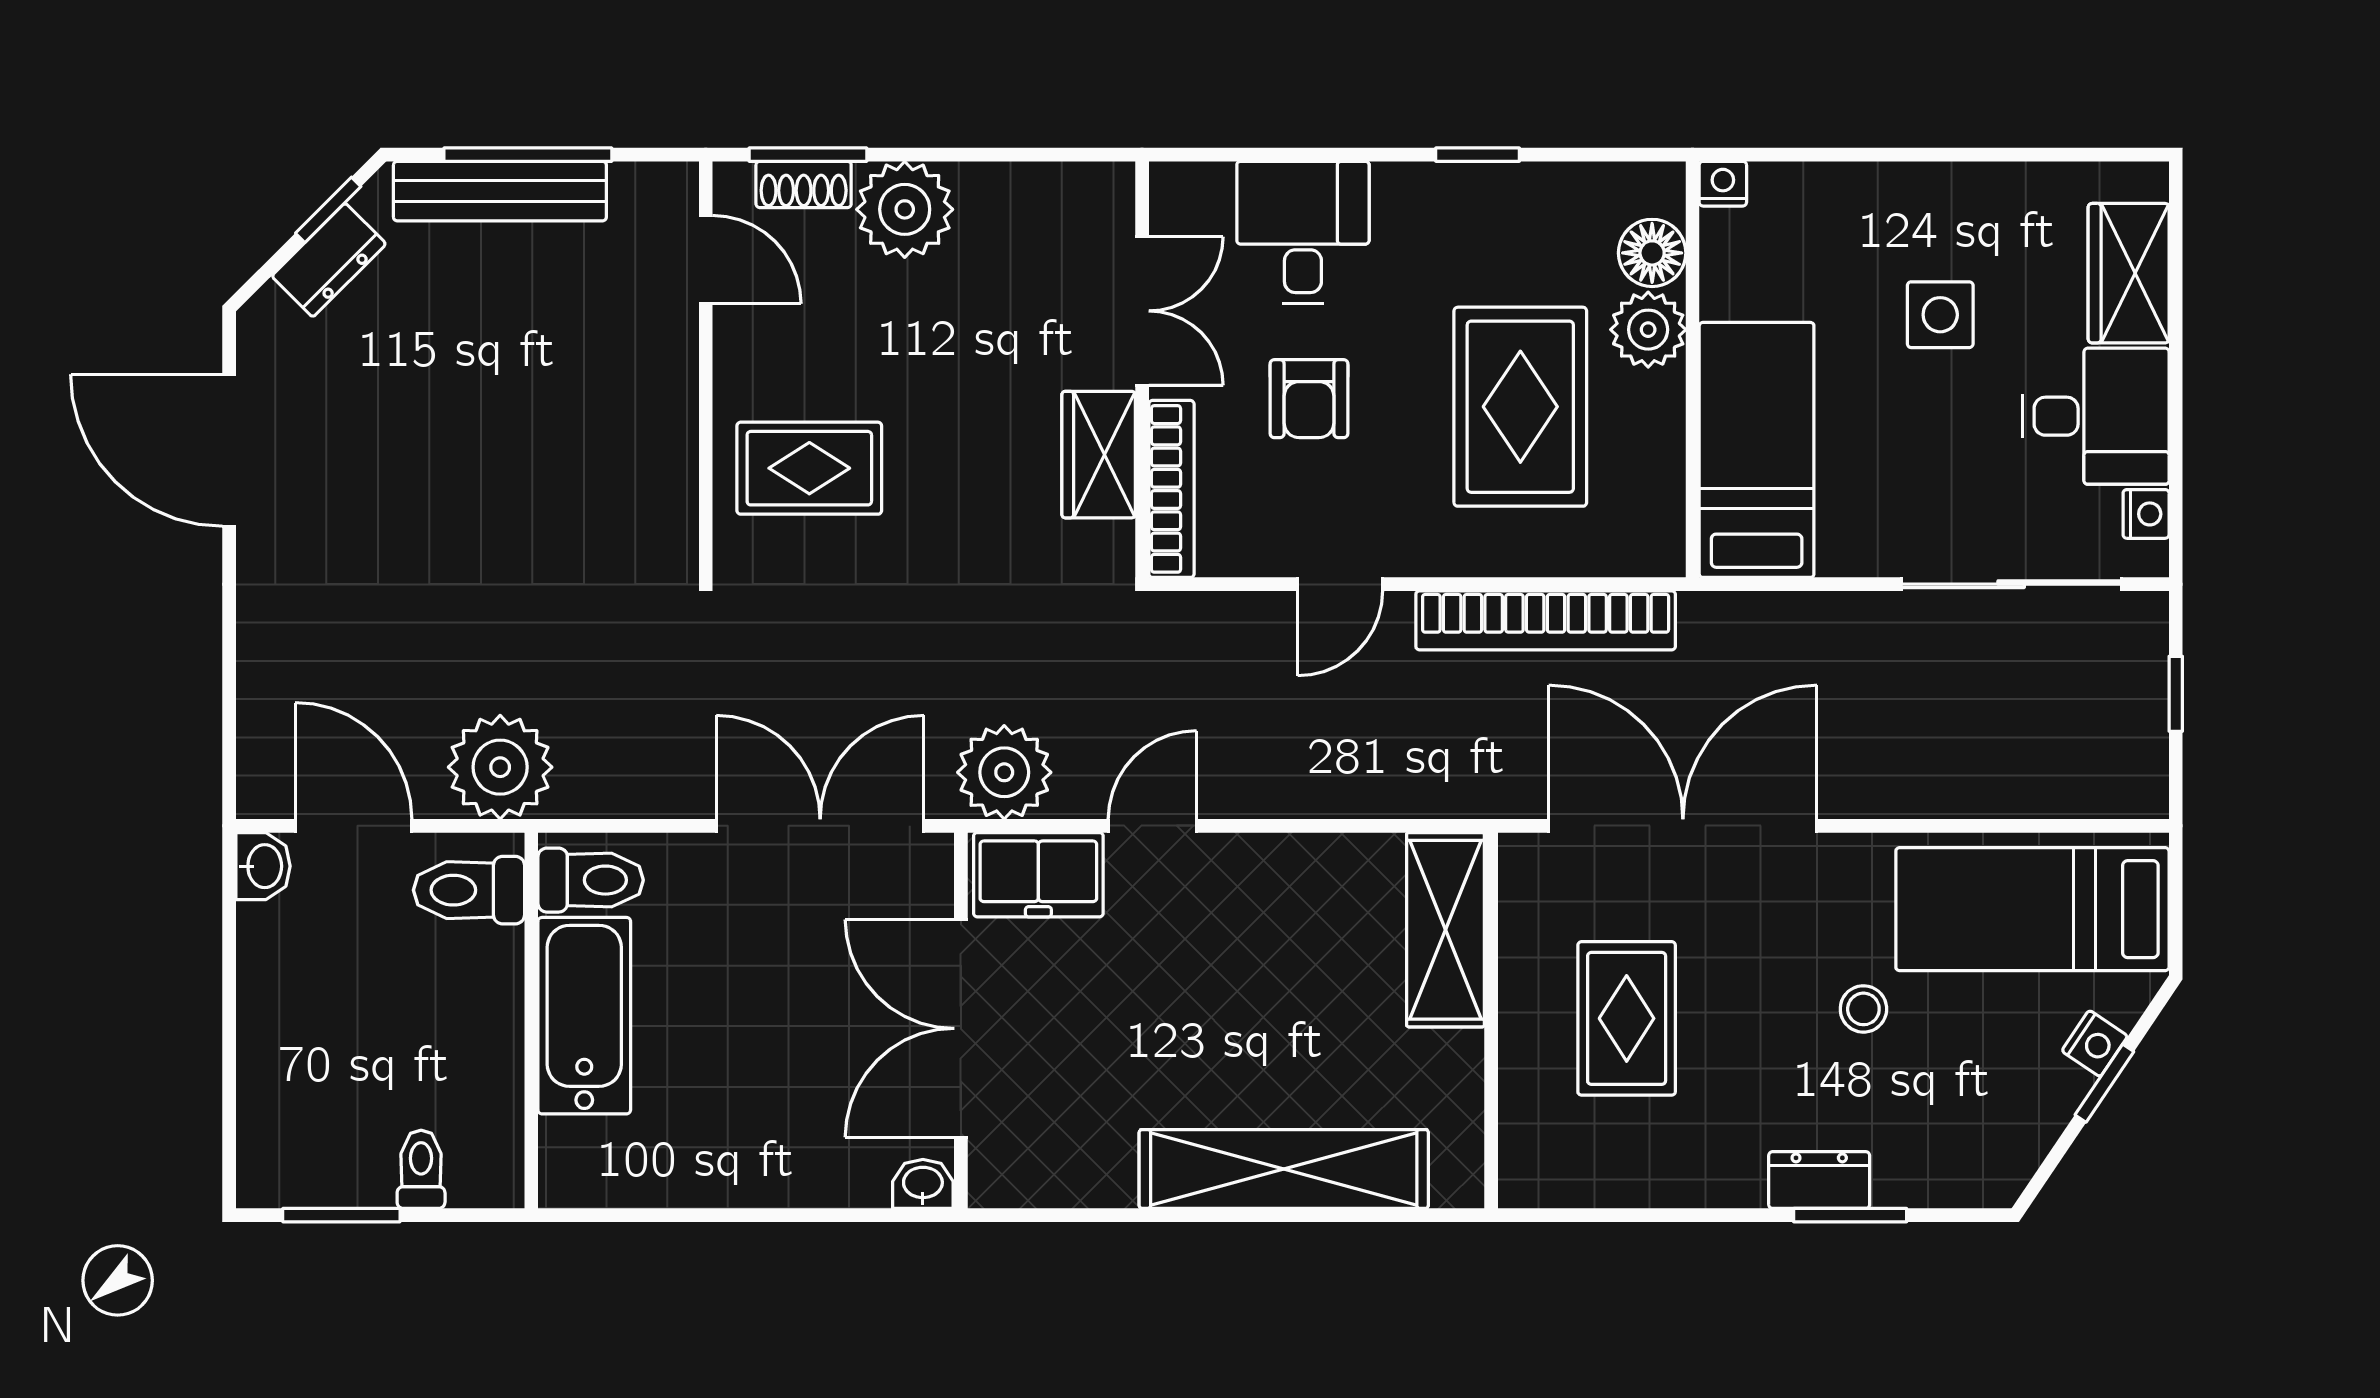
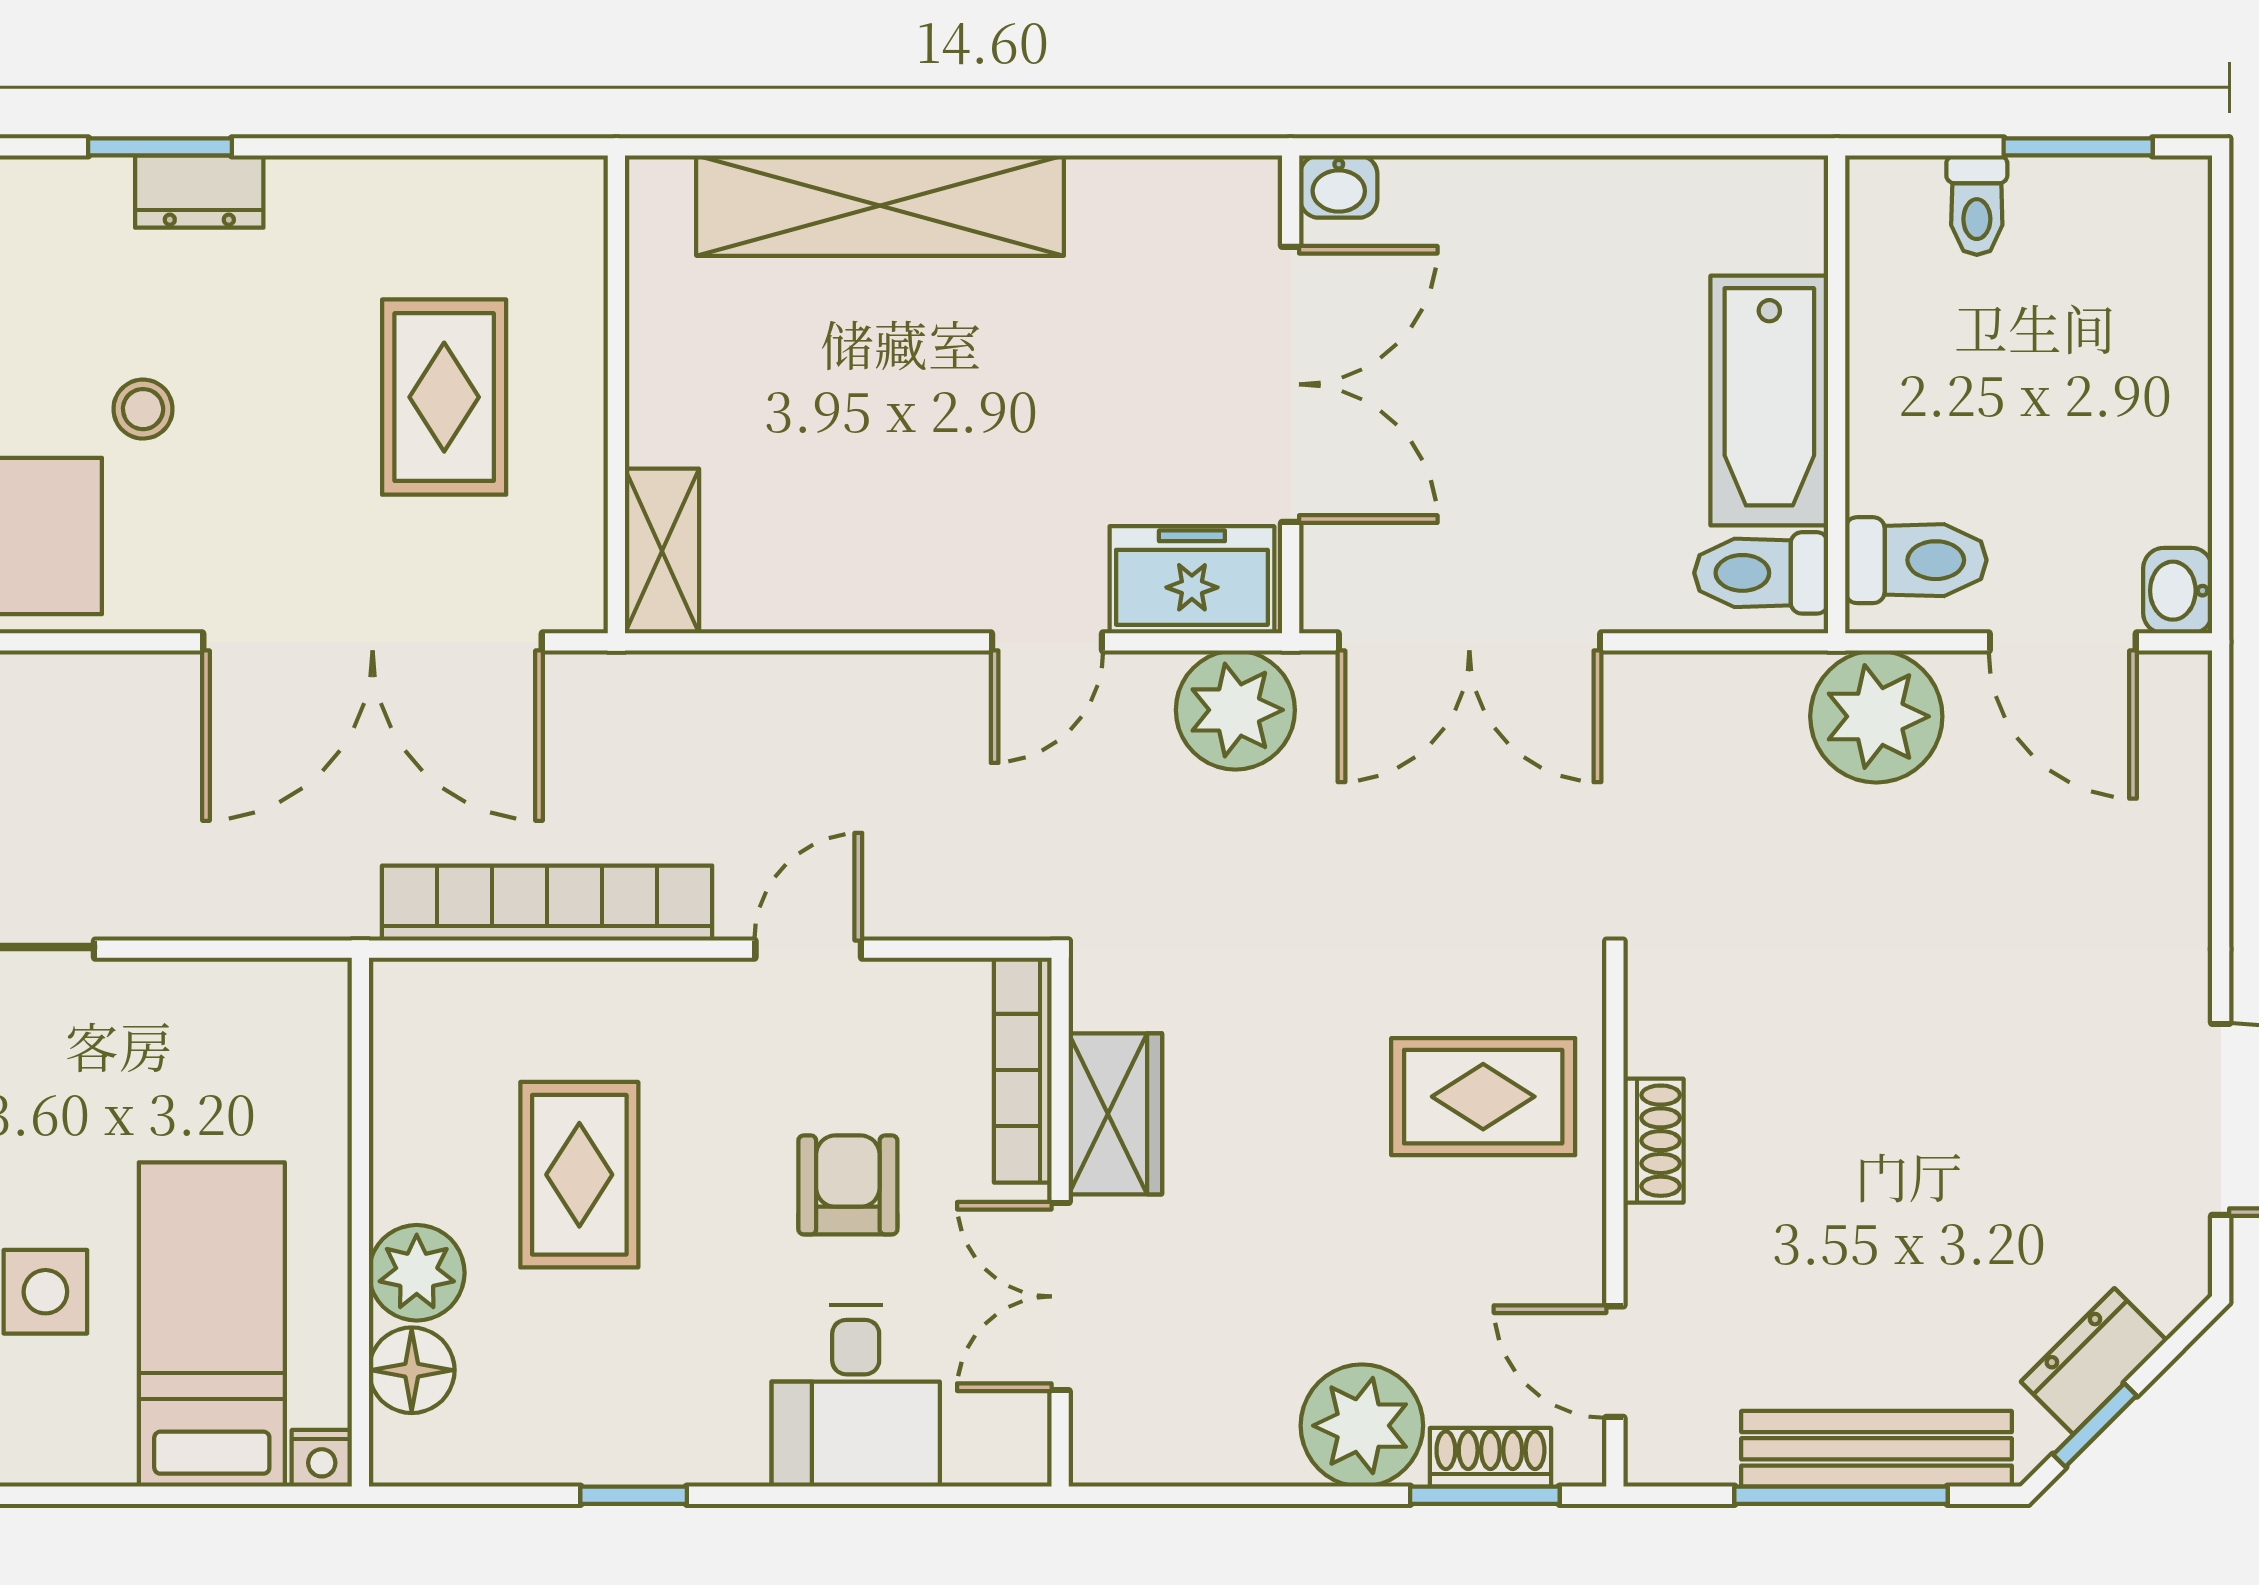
rug: (1520, 407) -> (579, 1175), width x0.73, depth x0.70
shoe rack: (675, 434) -> (1653, 1141), added
bed: (1757, 450) -> (212, 1325), moved, turned 180
shelving: (1446, 930) -> (662, 551), width x0.67, depth x0.75

